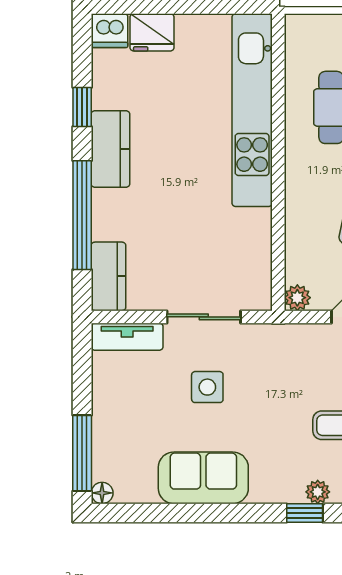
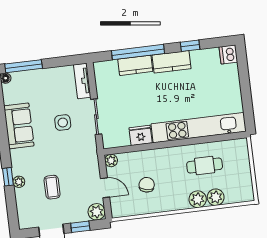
fridge: (152, 32) -> (141, 135), moved, turned 90
kitchen counter: (108, 276) -> (135, 65), moved

